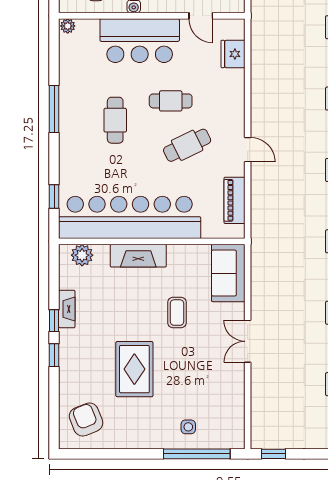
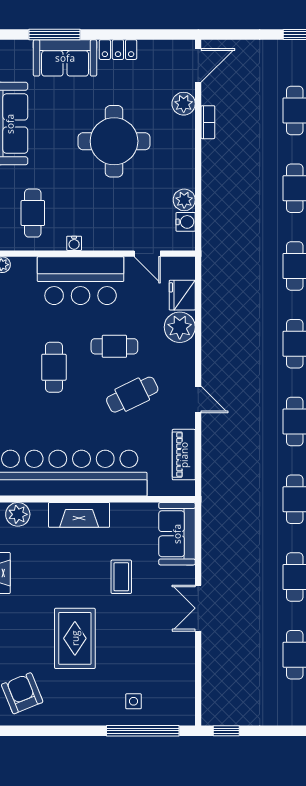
plant: (231, 83) -> (180, 327), added

